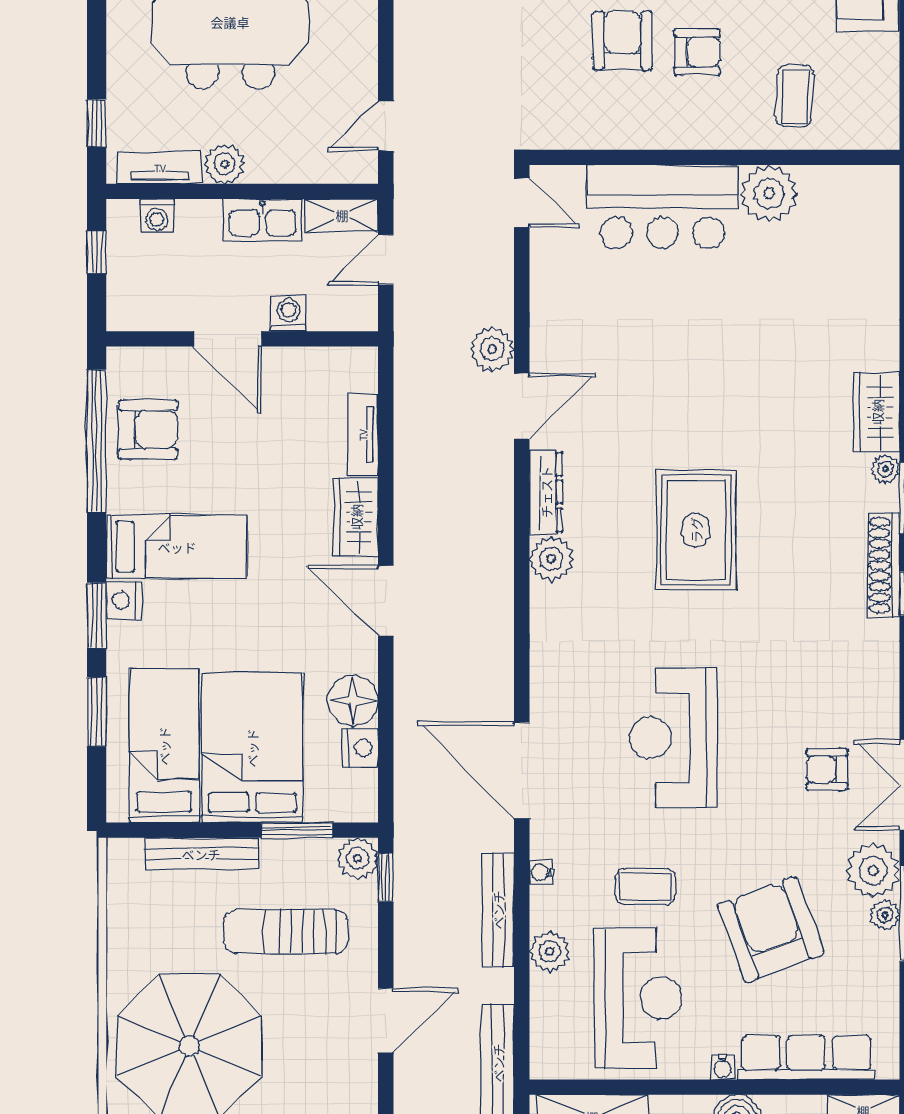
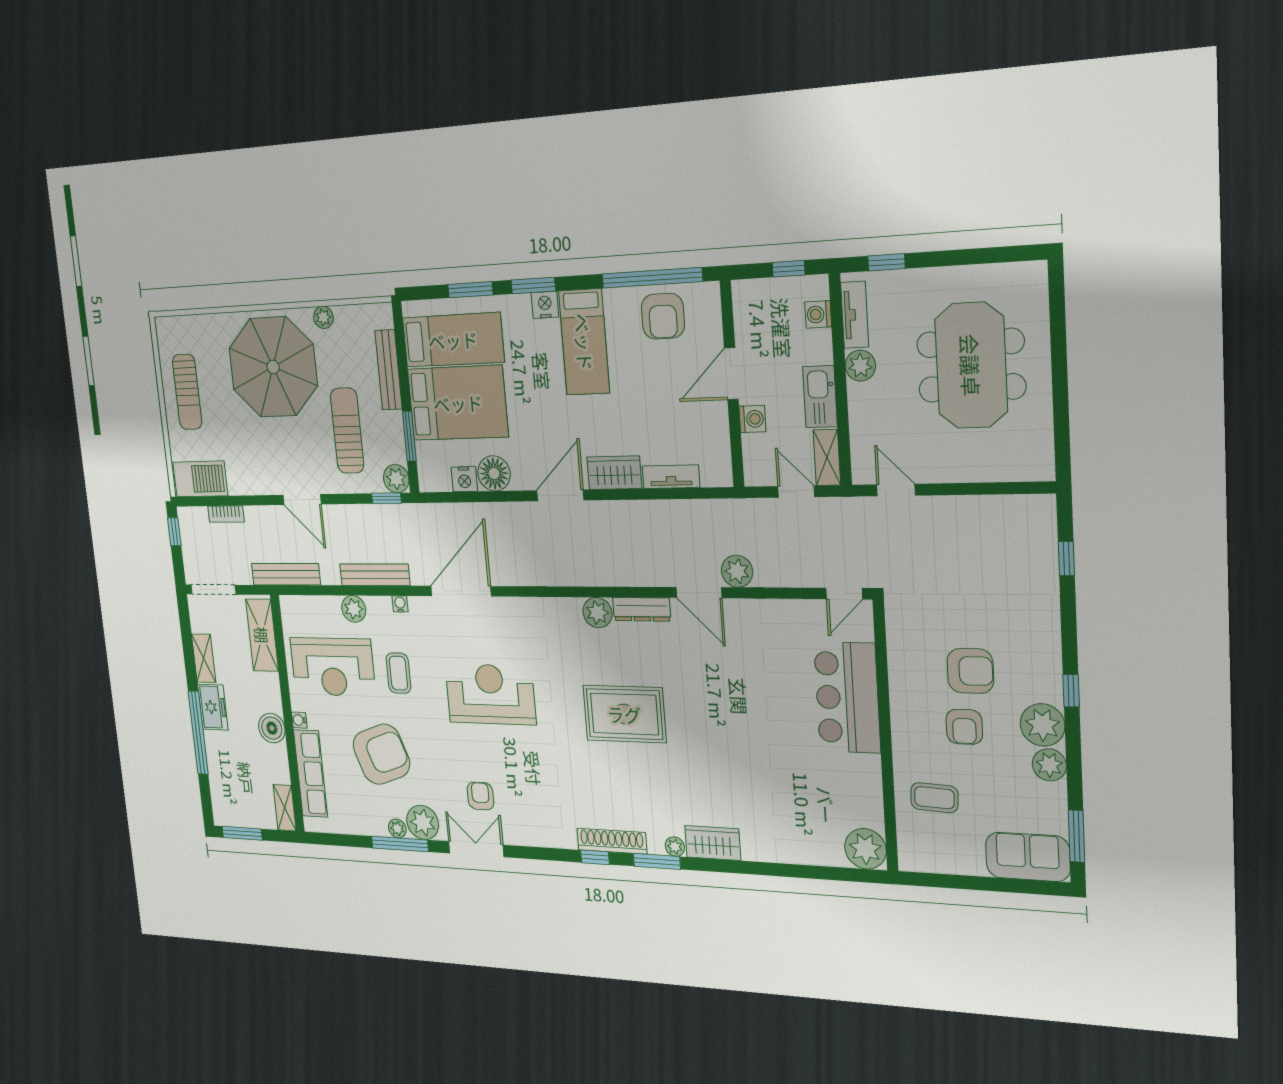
plant: (769, 193) -> (865, 849), moved
plant: (122, 952) -> (323, 317), added

